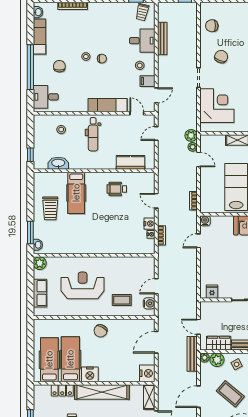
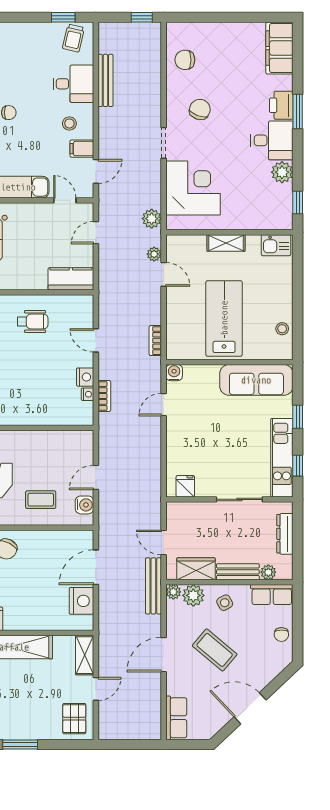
plant: (191, 135) -> (152, 219), moved
kitchen counter: (130, 162) -> (71, 279), moved
wheelchair: (117, 189) -> (33, 322), turned 180
nightstand: (147, 373) -> (81, 601), moved

